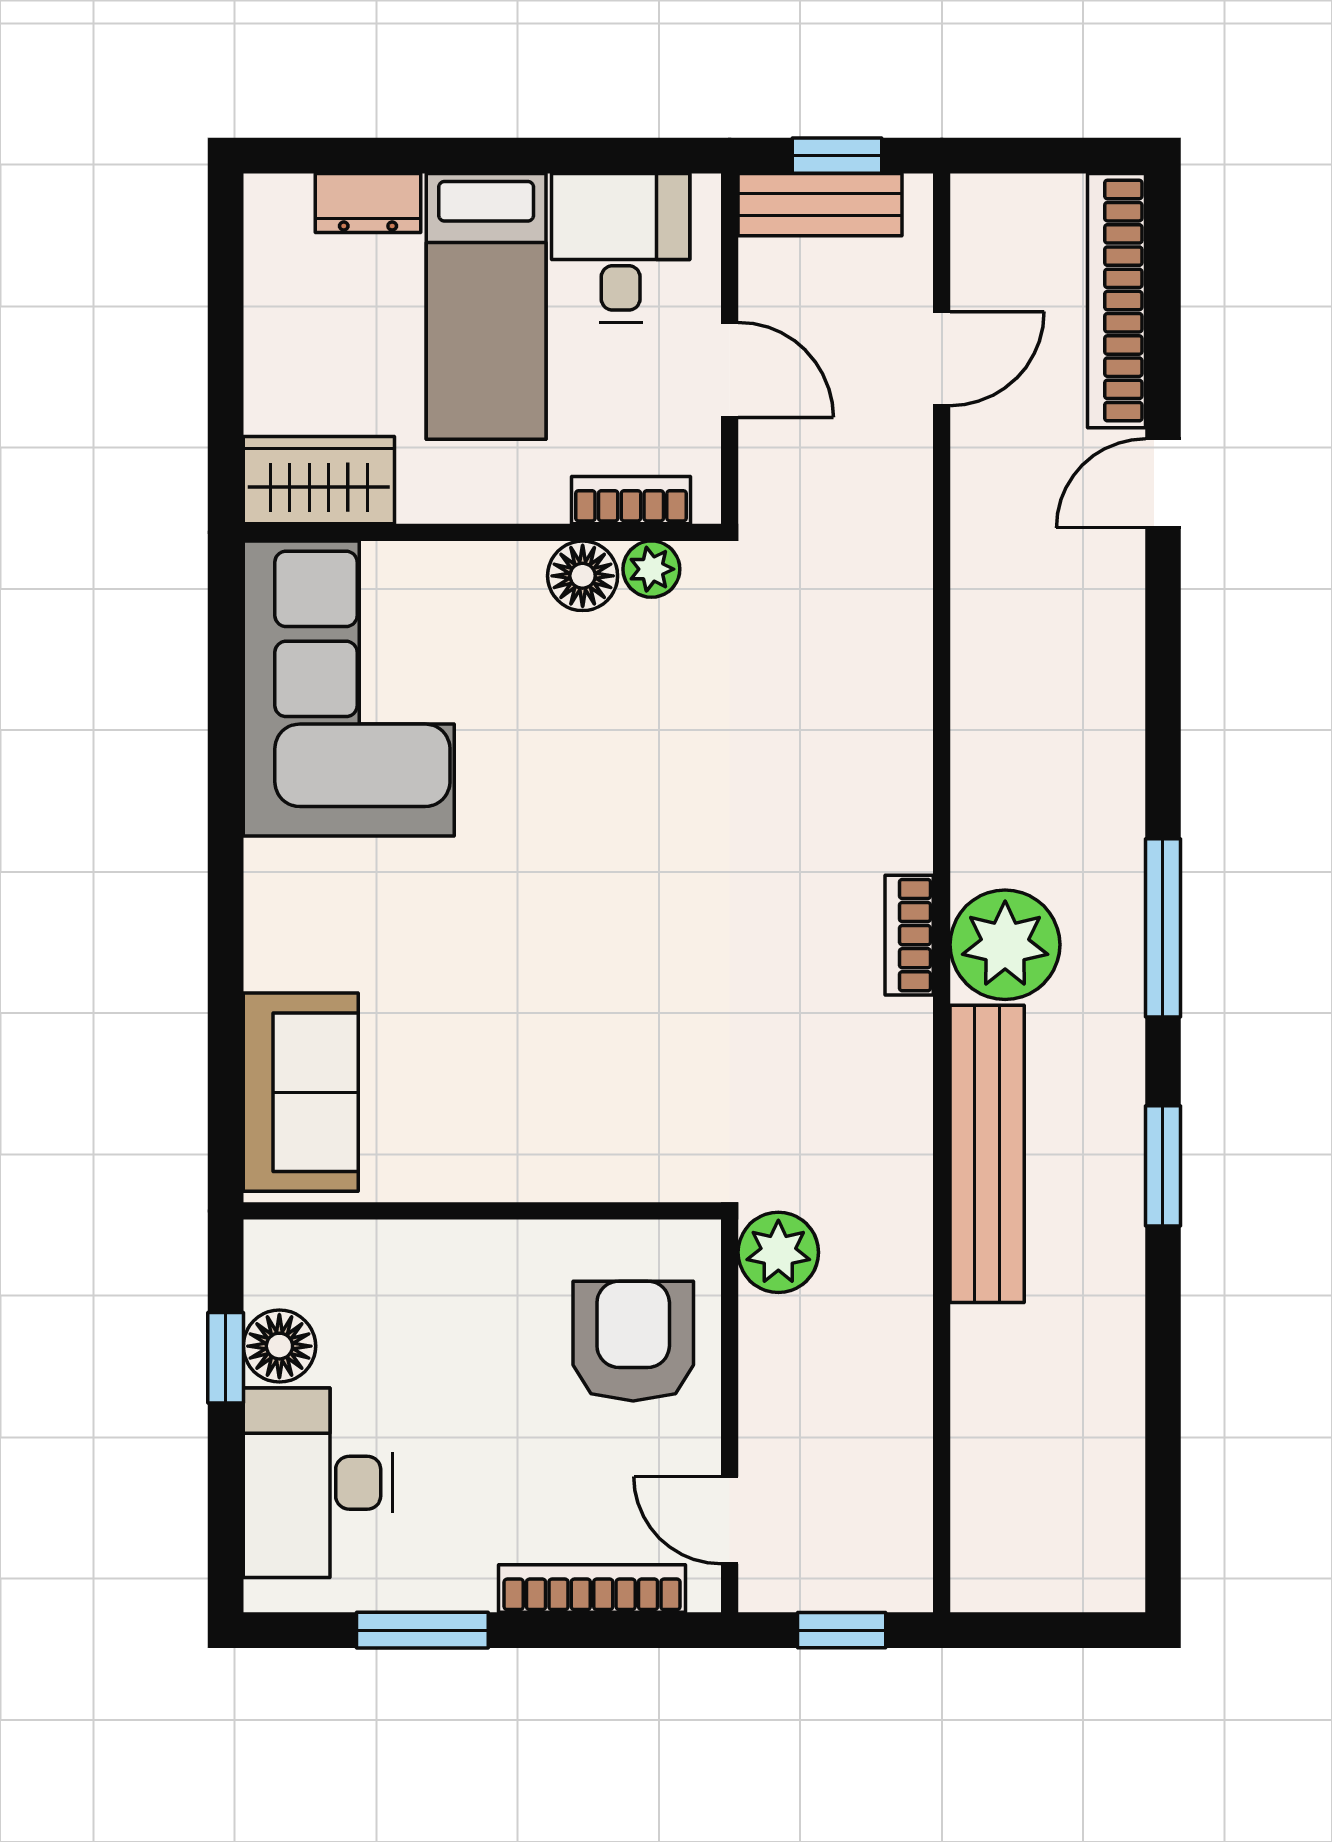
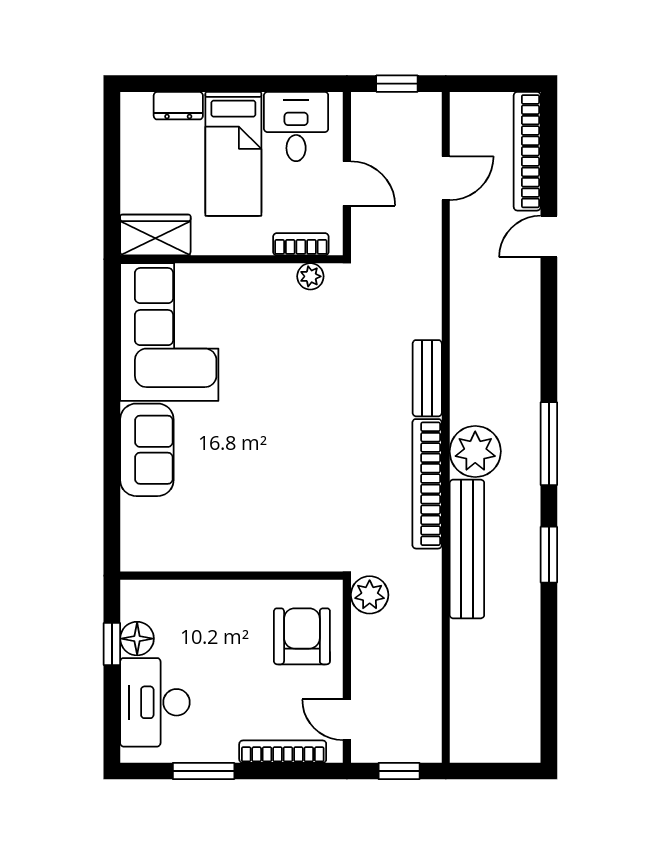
bench: (820, 205) -> (427, 378), moved, turned 90
floor lamp: (583, 576) -> (278, 280), removed
bookcase: (909, 935) -> (427, 484), width x2.31, depth x1.31
sofa: (301, 1092) -> (147, 450), moved

